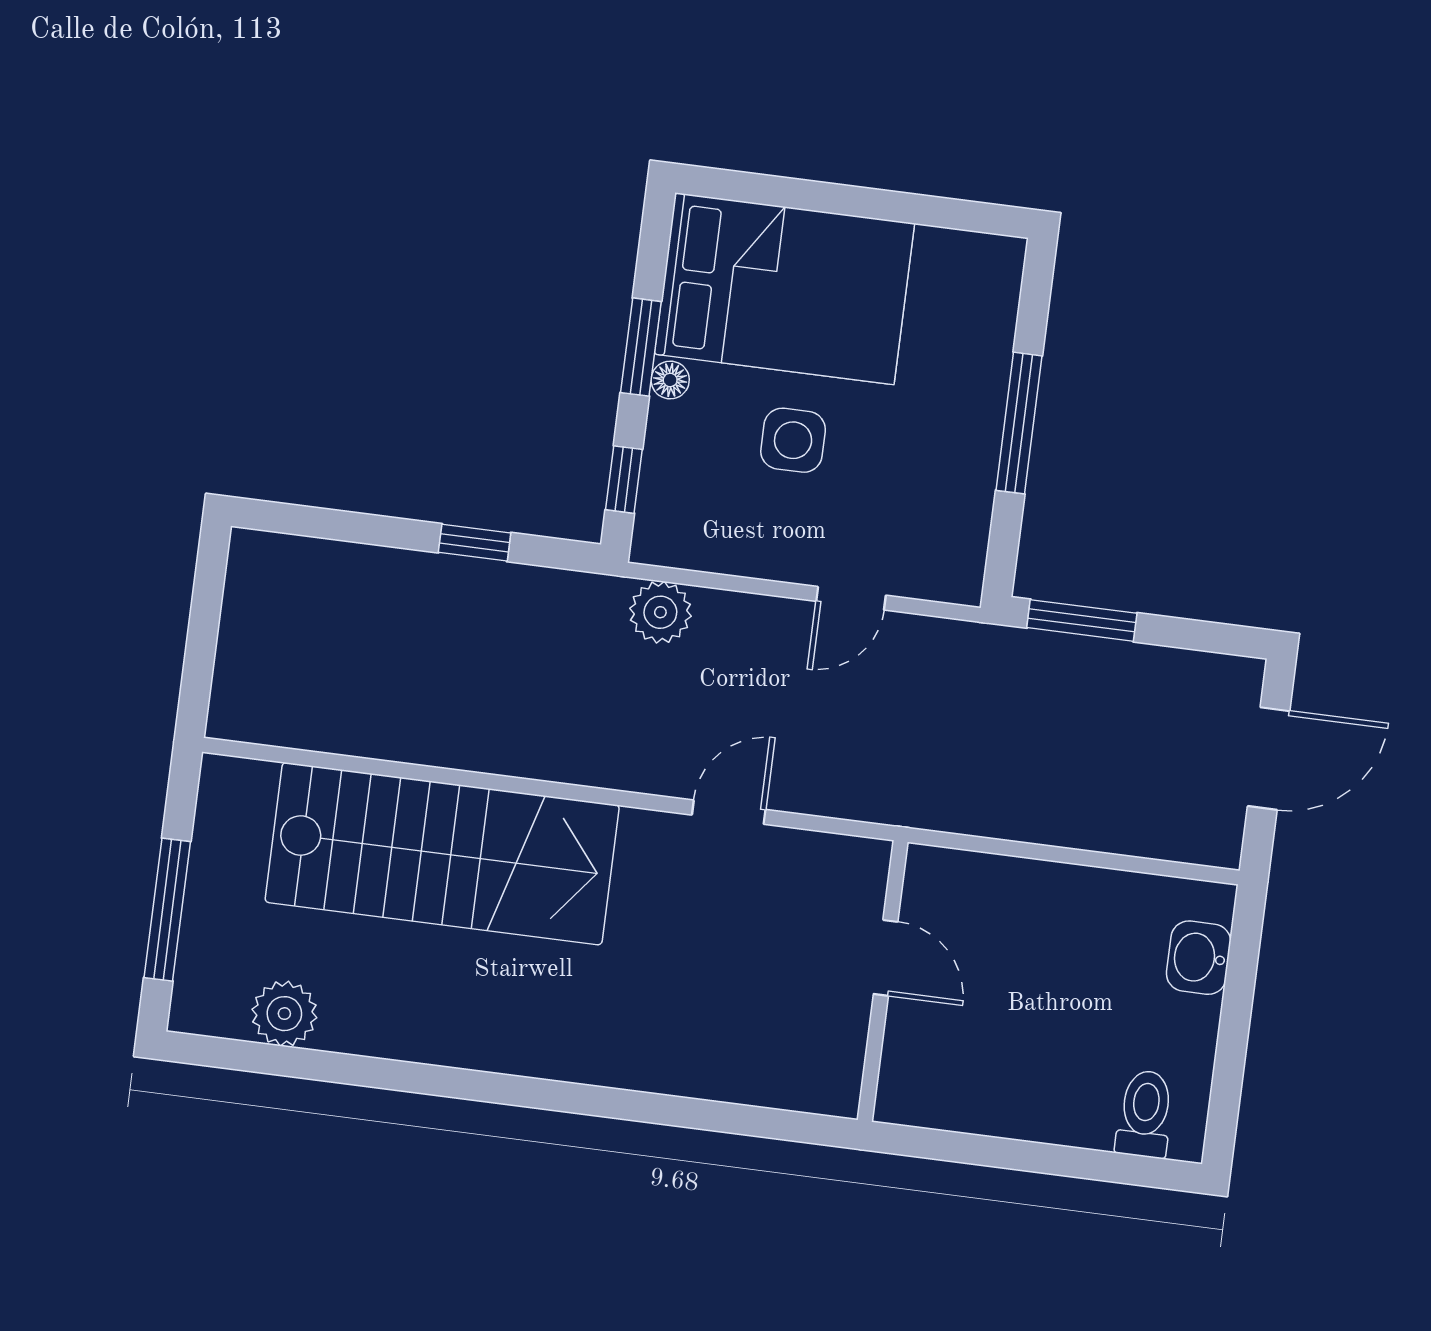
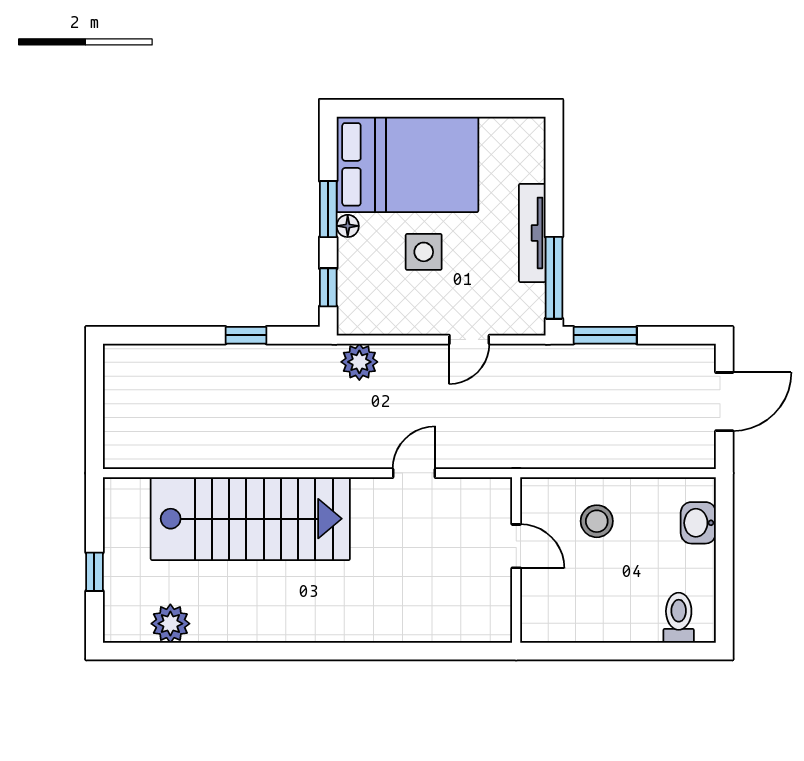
window: (1019, 423) -> (554, 278), moved
tv unit: (981, 432) -> (532, 233), added
window: (167, 910) -> (94, 572), width x0.46
stool: (1027, 933) -> (597, 521), added

